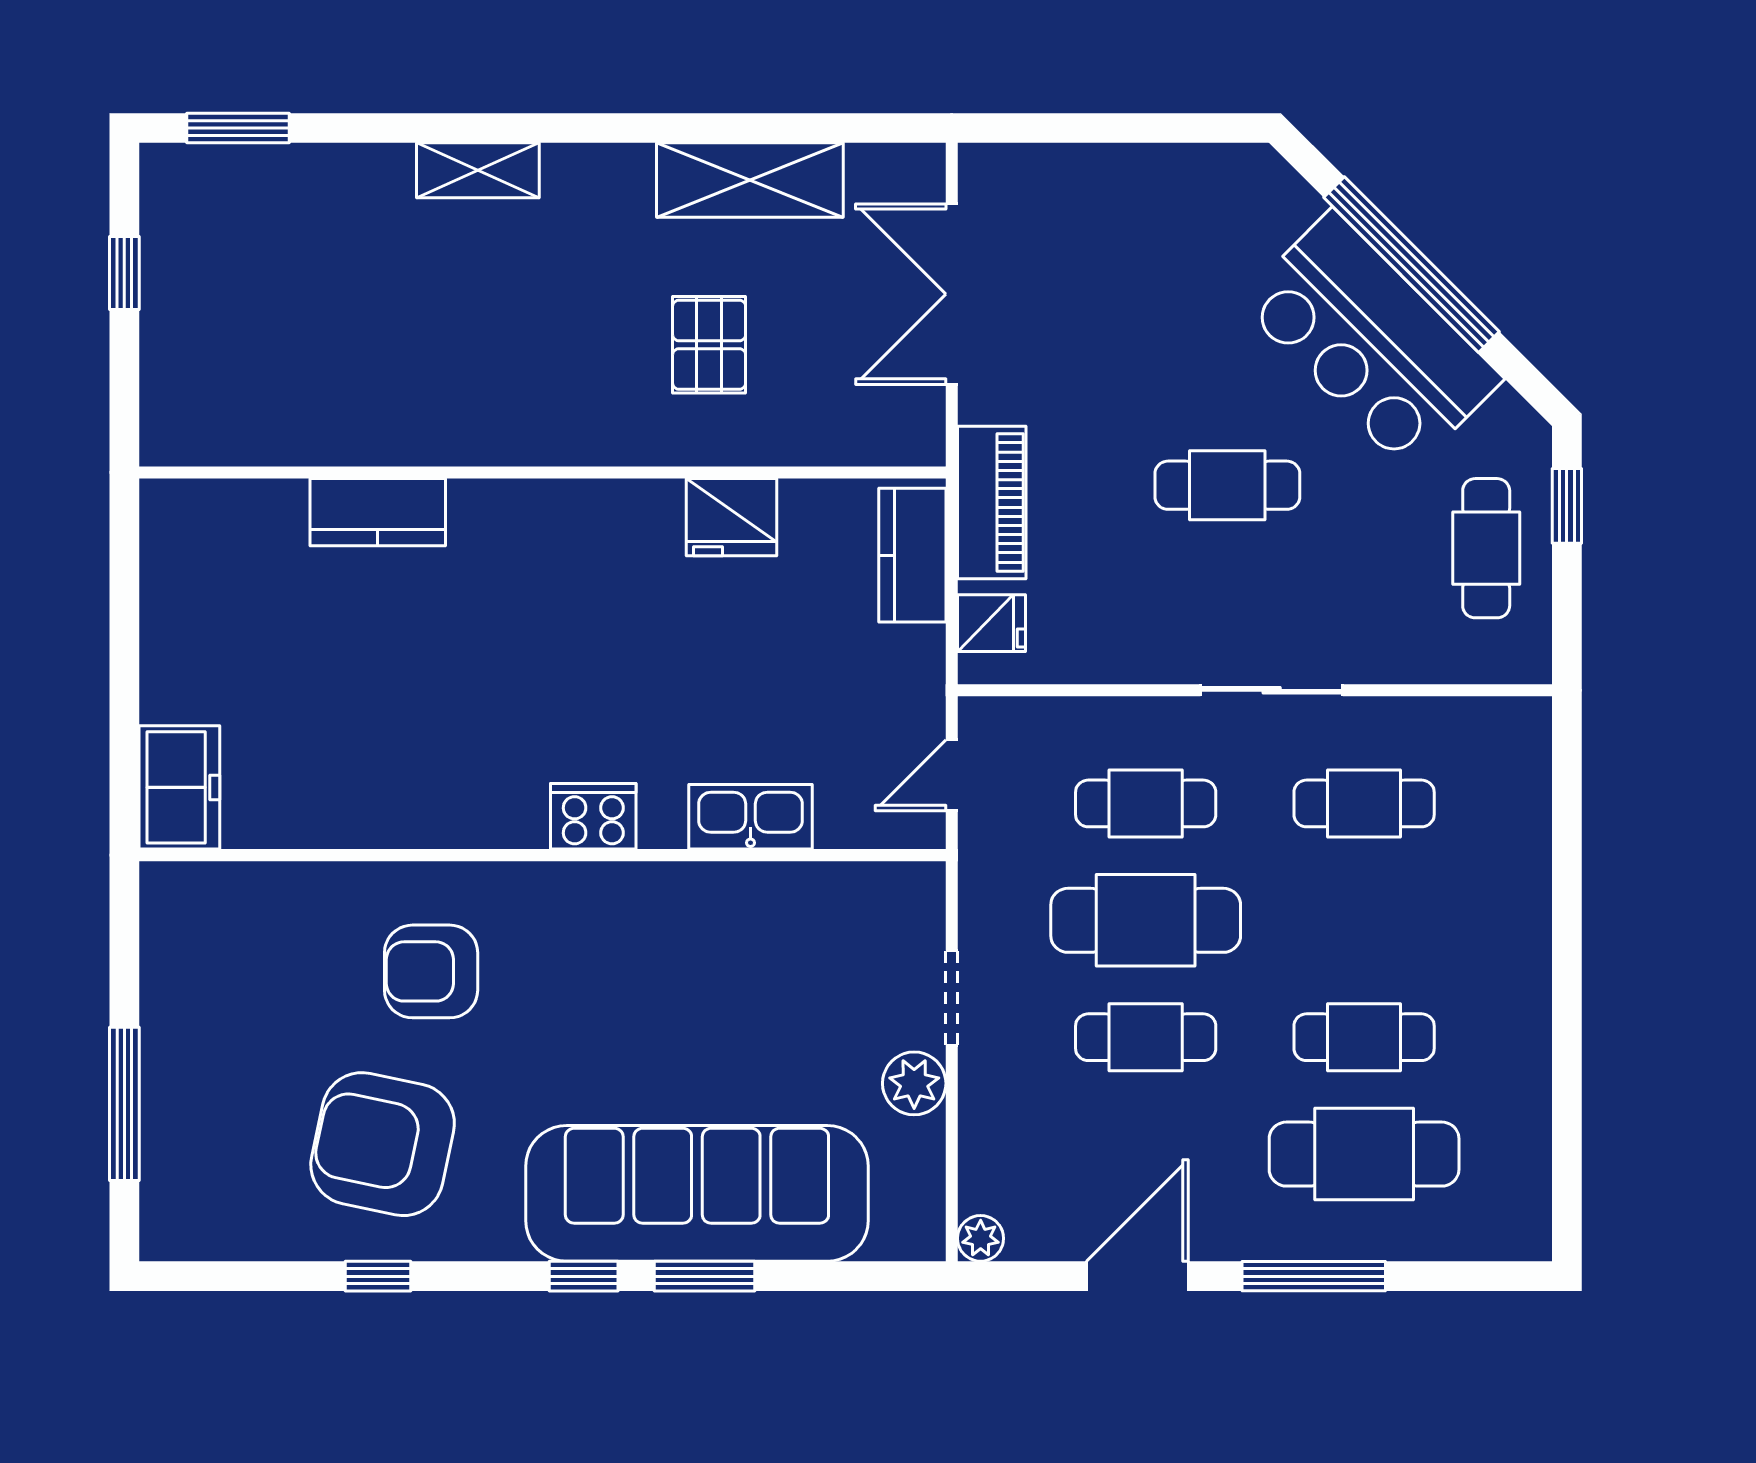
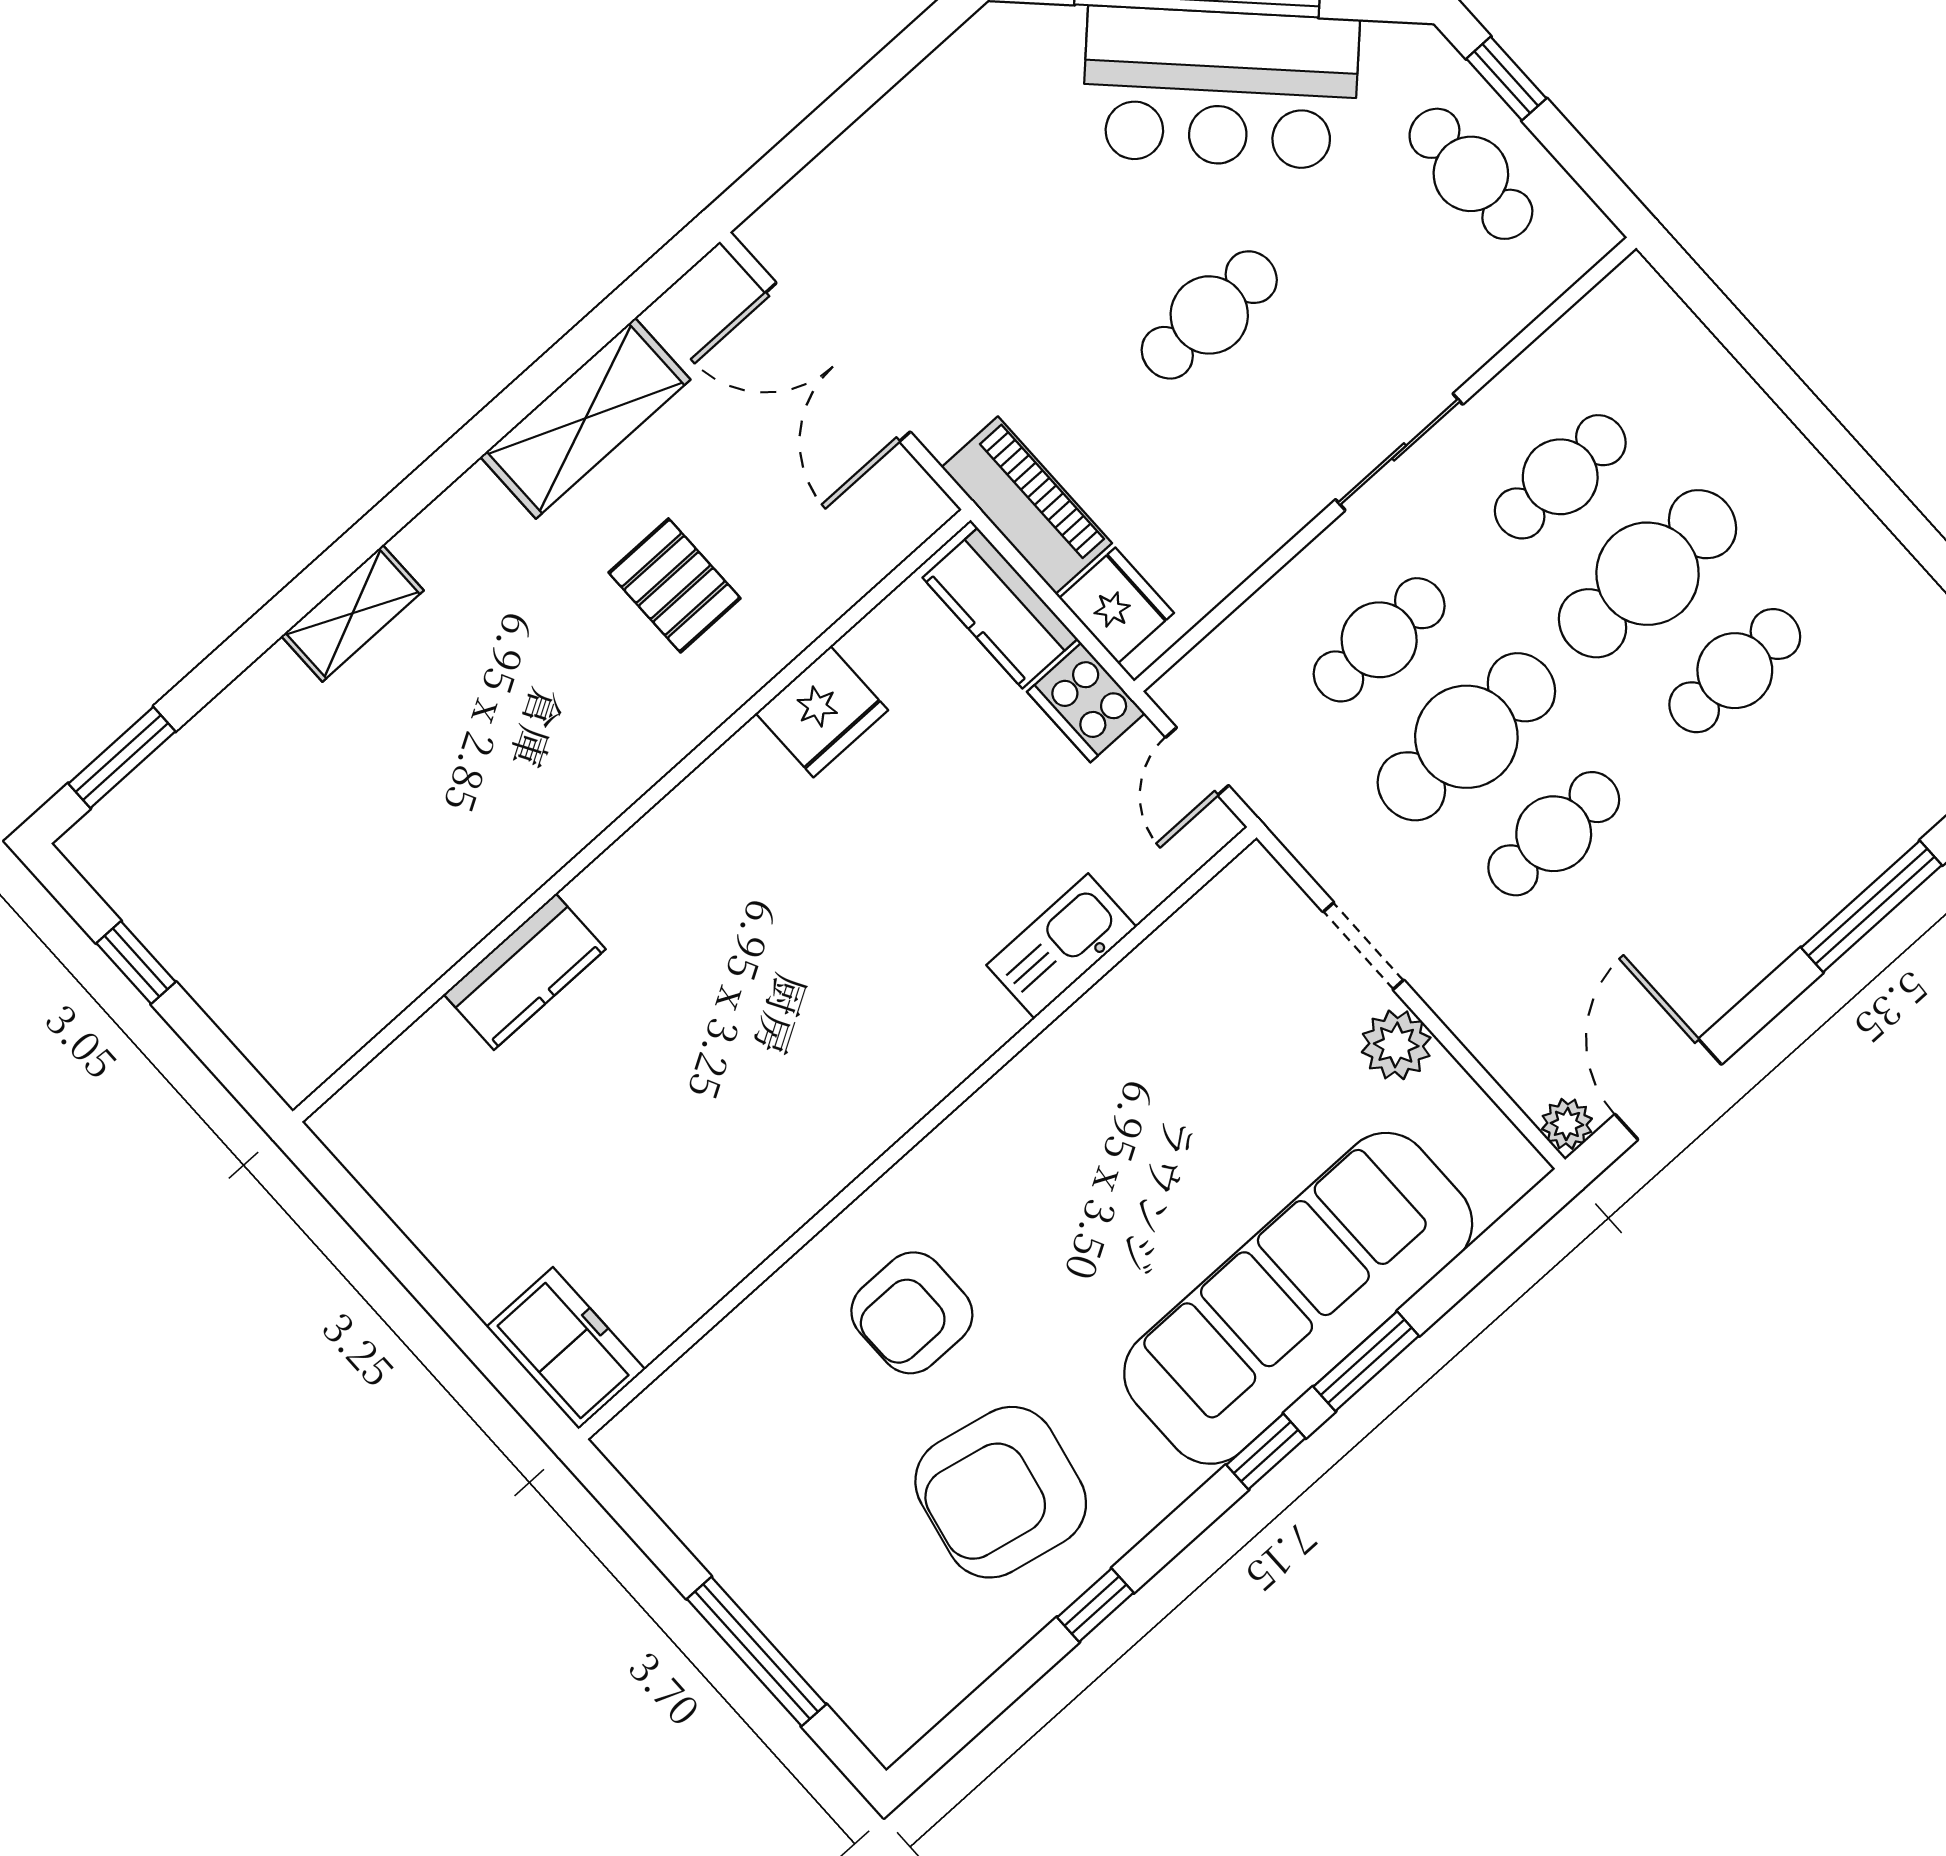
fridge: (991, 623) -> (1117, 605), width x1.38
cooker: (593, 816) -> (1086, 703), moved, turned -90
cafe table: (1364, 1154) -> (1648, 574), moved
door: (1137, 1276) -> (1668, 1089), moved

